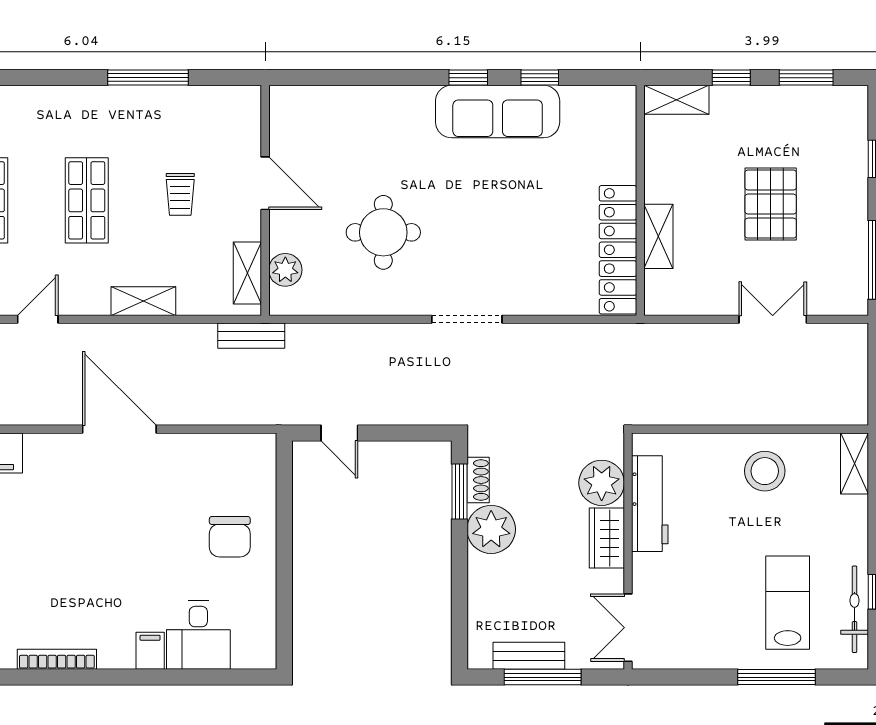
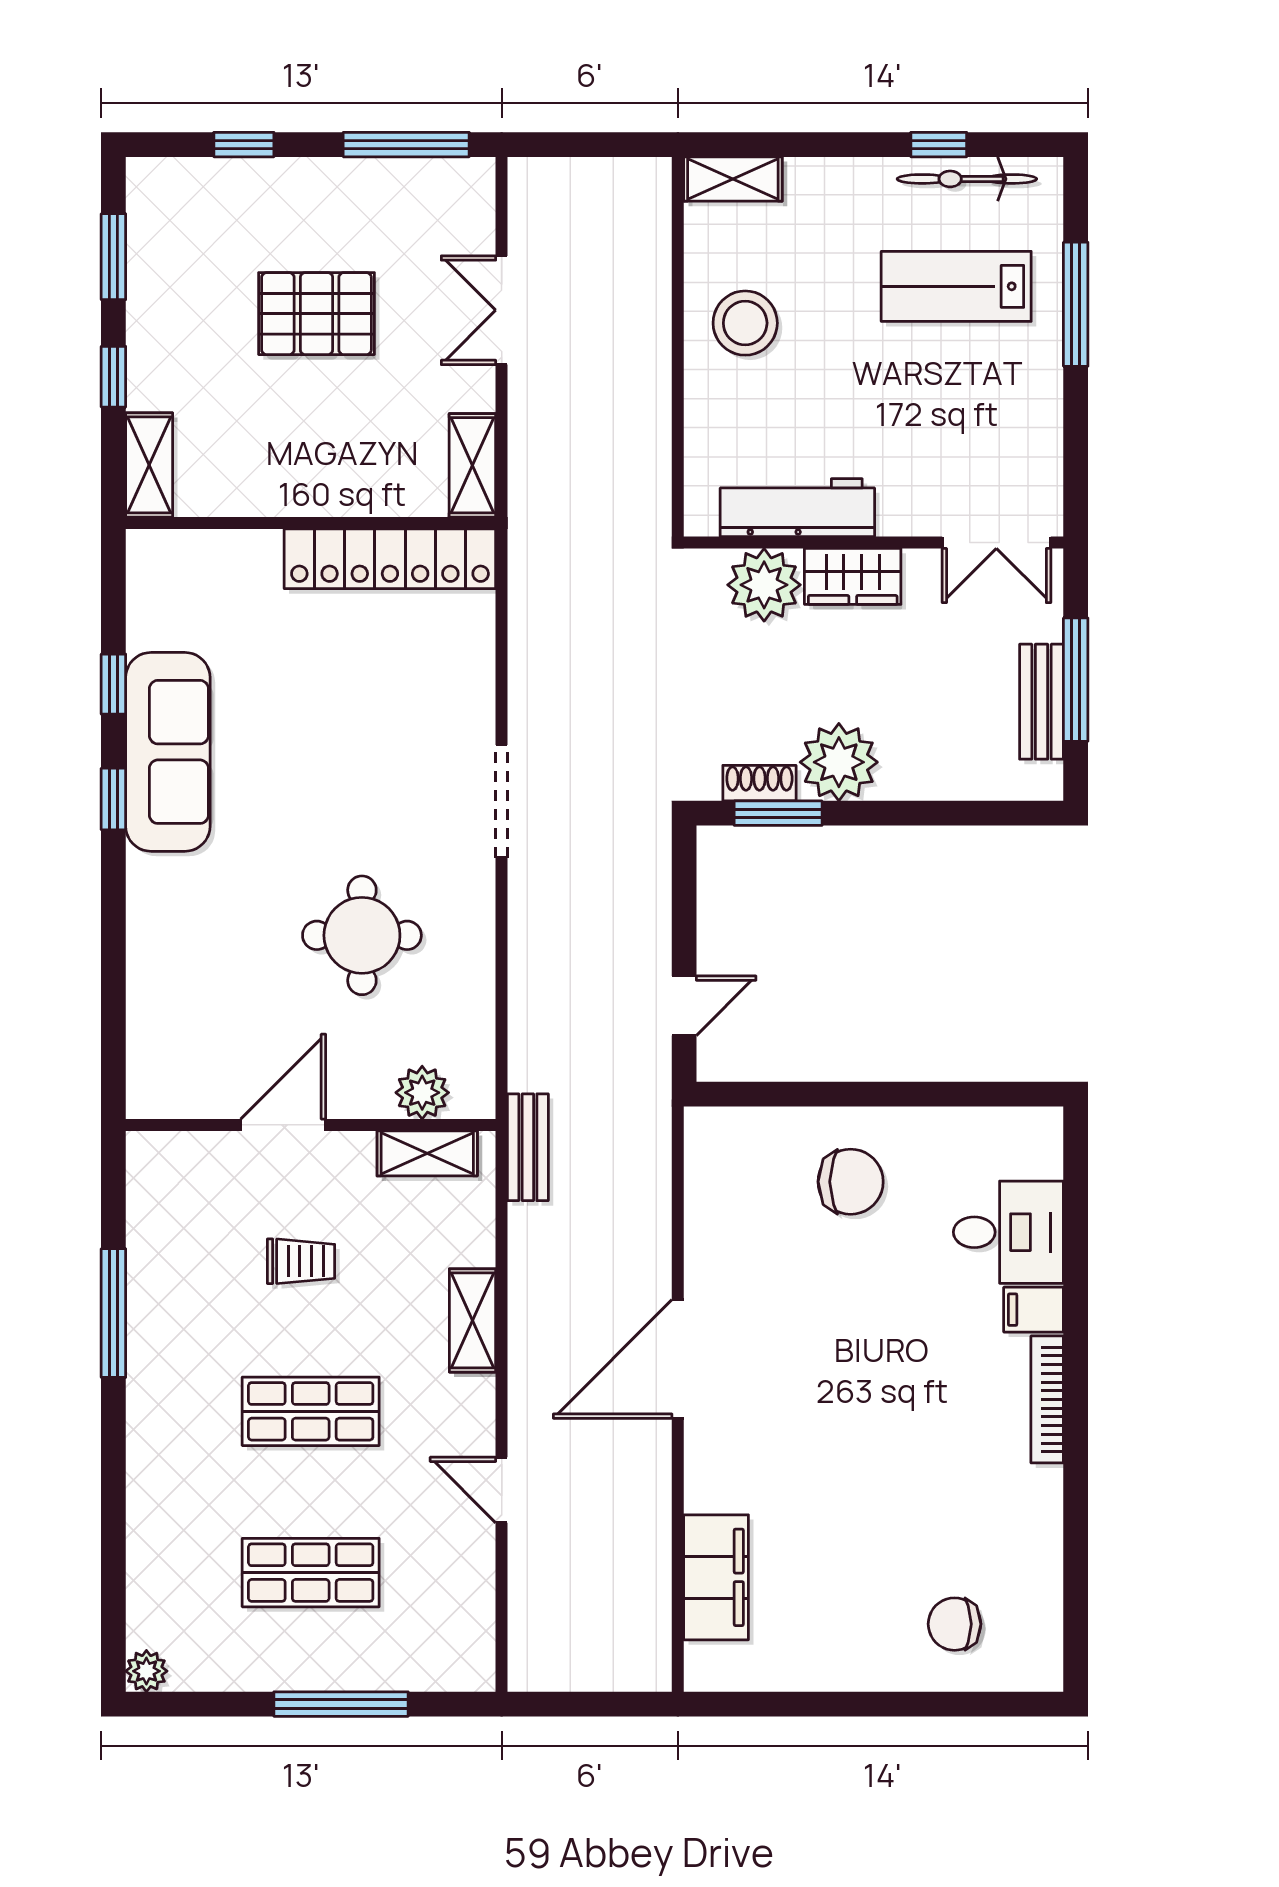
shelving: (658, 236) -> (472, 465), moved, turned 90
bookcase: (57, 659) -> (1047, 1399), moved

